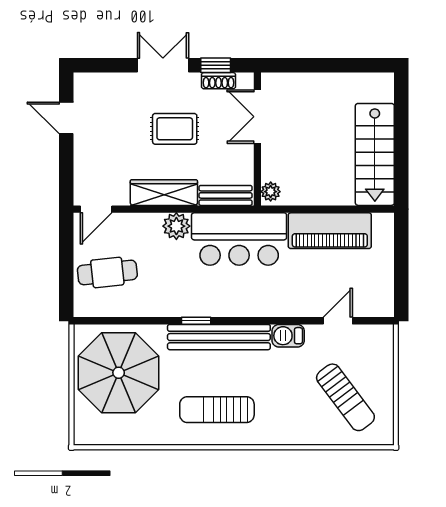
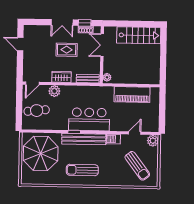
double door: (163, 65) -> (62, 22), swing flipped
stairs: (375, 154) -> (139, 35), moved, turned -90
wardrobe: (164, 193) -> (61, 77), width x0.67
plant: (176, 226) -> (54, 91), moved
bar counter: (239, 239) -> (89, 119), moved, turned 180
plant: (381, 338) -> (153, 141), added

